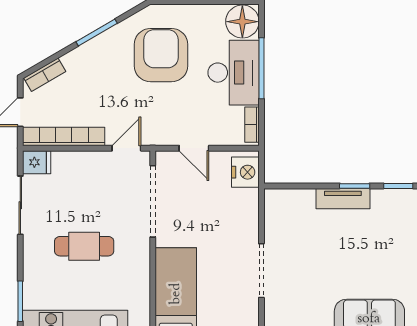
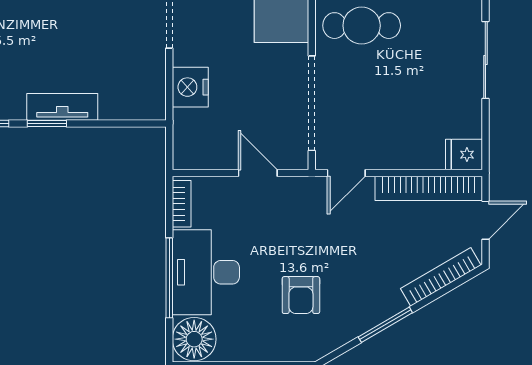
armchair: (161, 55) -> (301, 295), width x0.53, depth x0.53
bookcase: (45, 75) -> (441, 277), width x1.56
nightstand: (245, 172) -> (190, 87), moved
sliding door: (20, 205) -> (485, 60), moved
cafe table: (84, 246) -> (362, 26), moved

